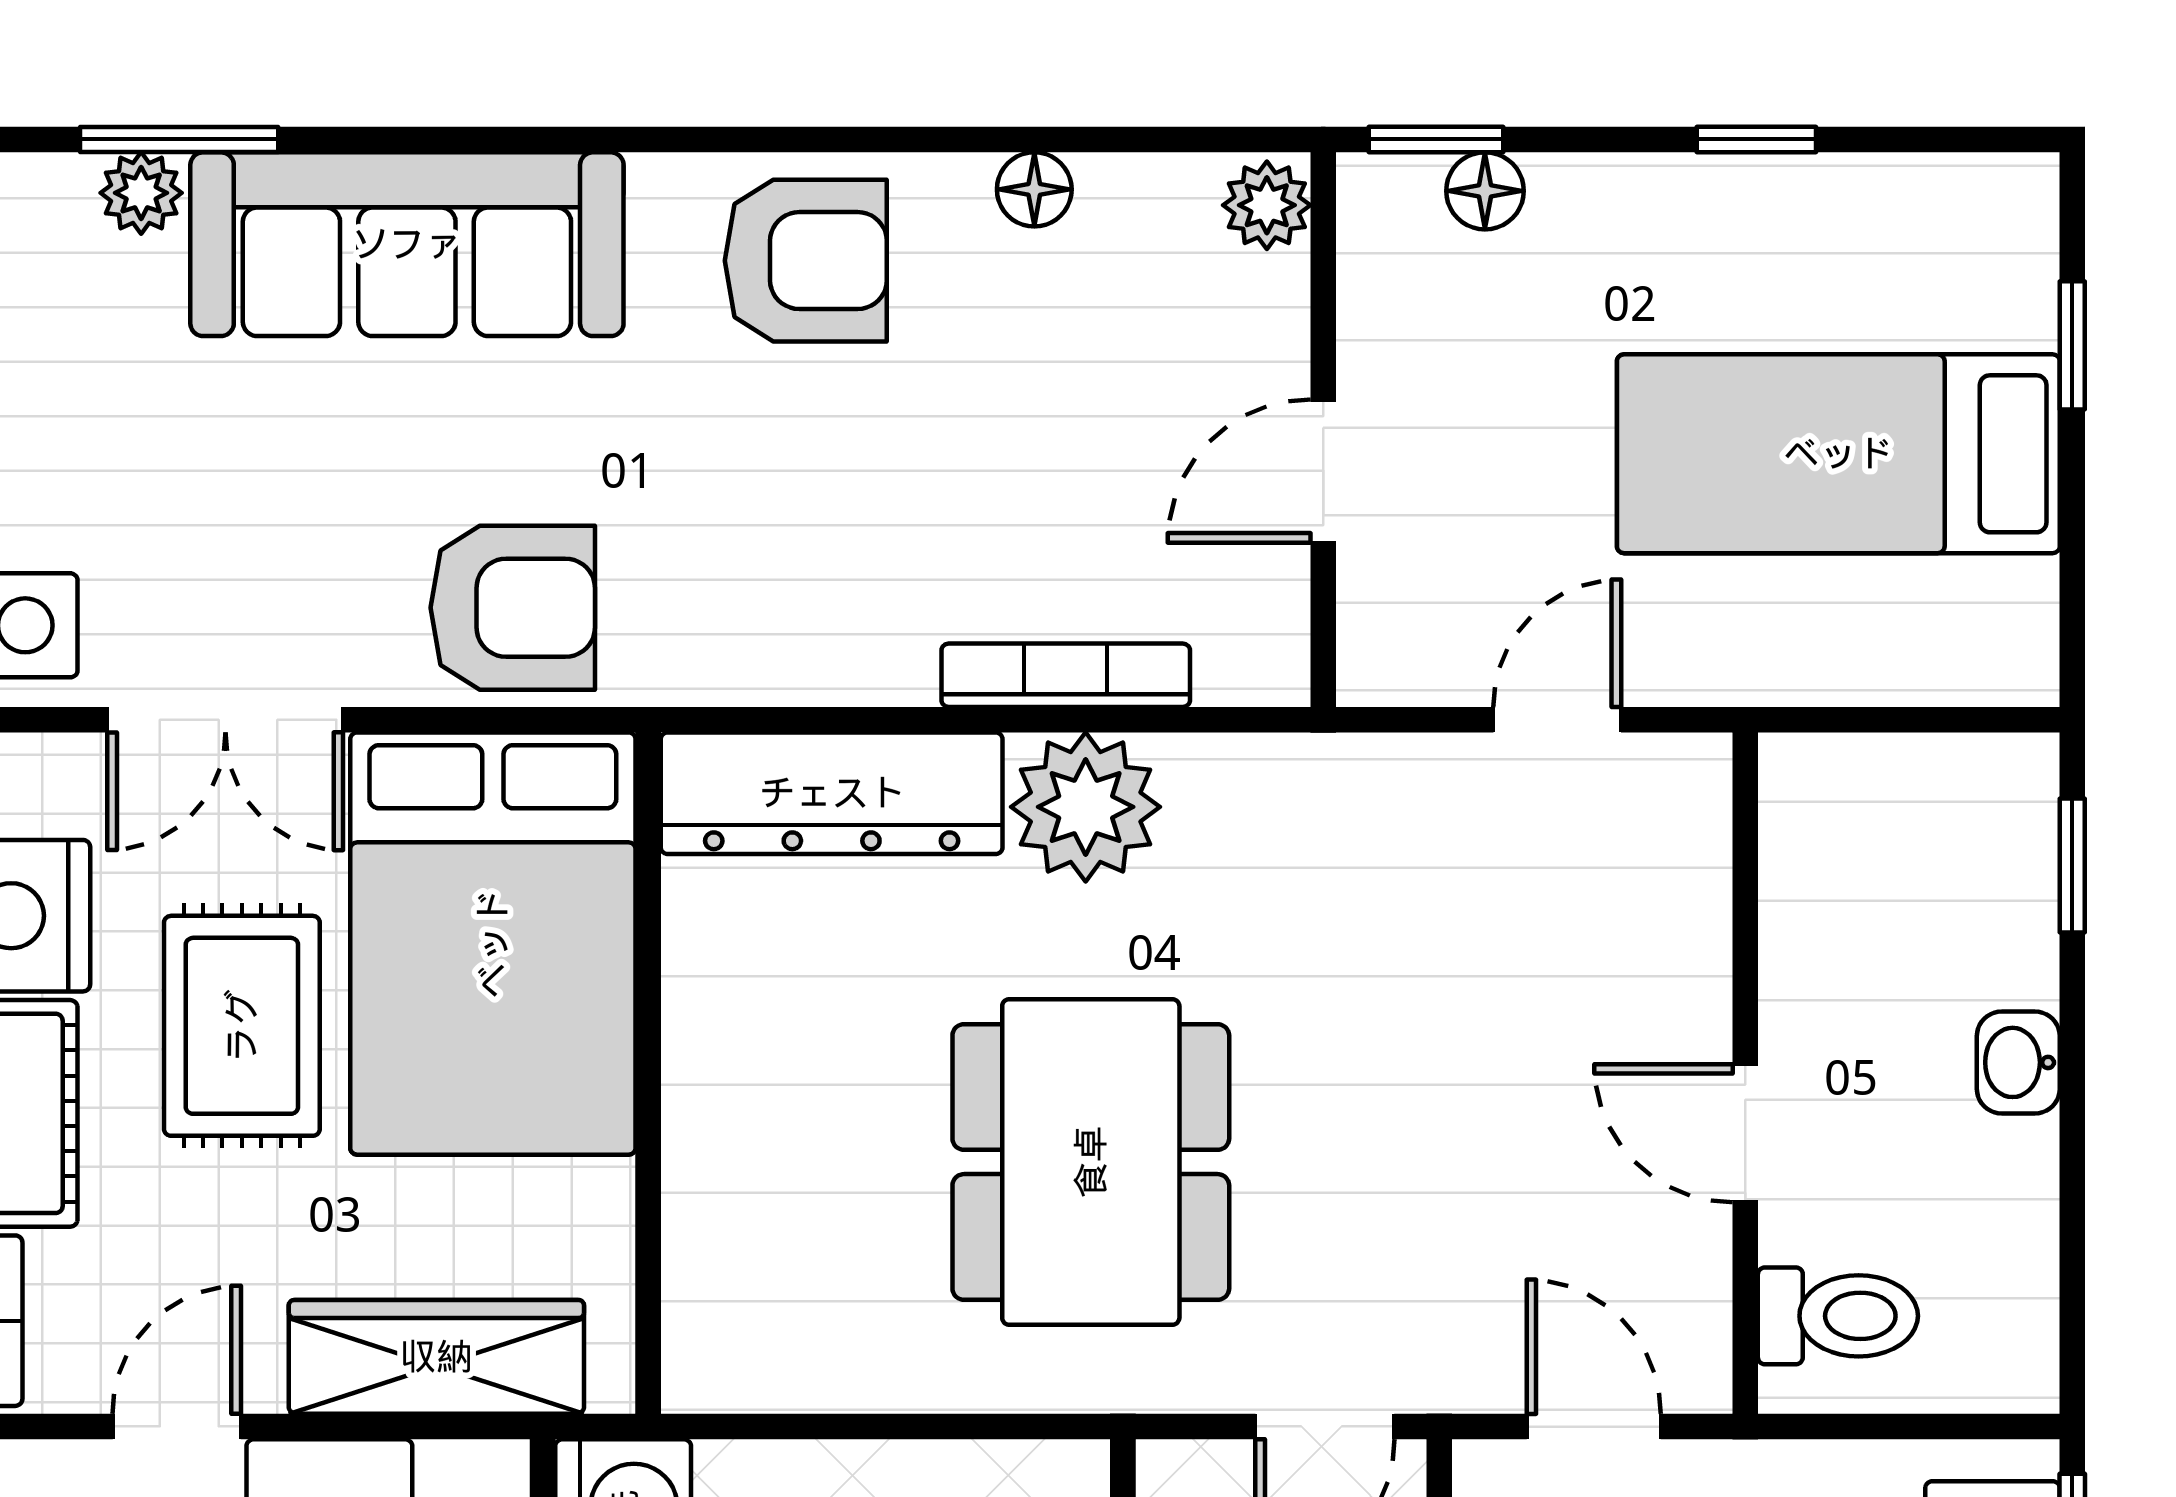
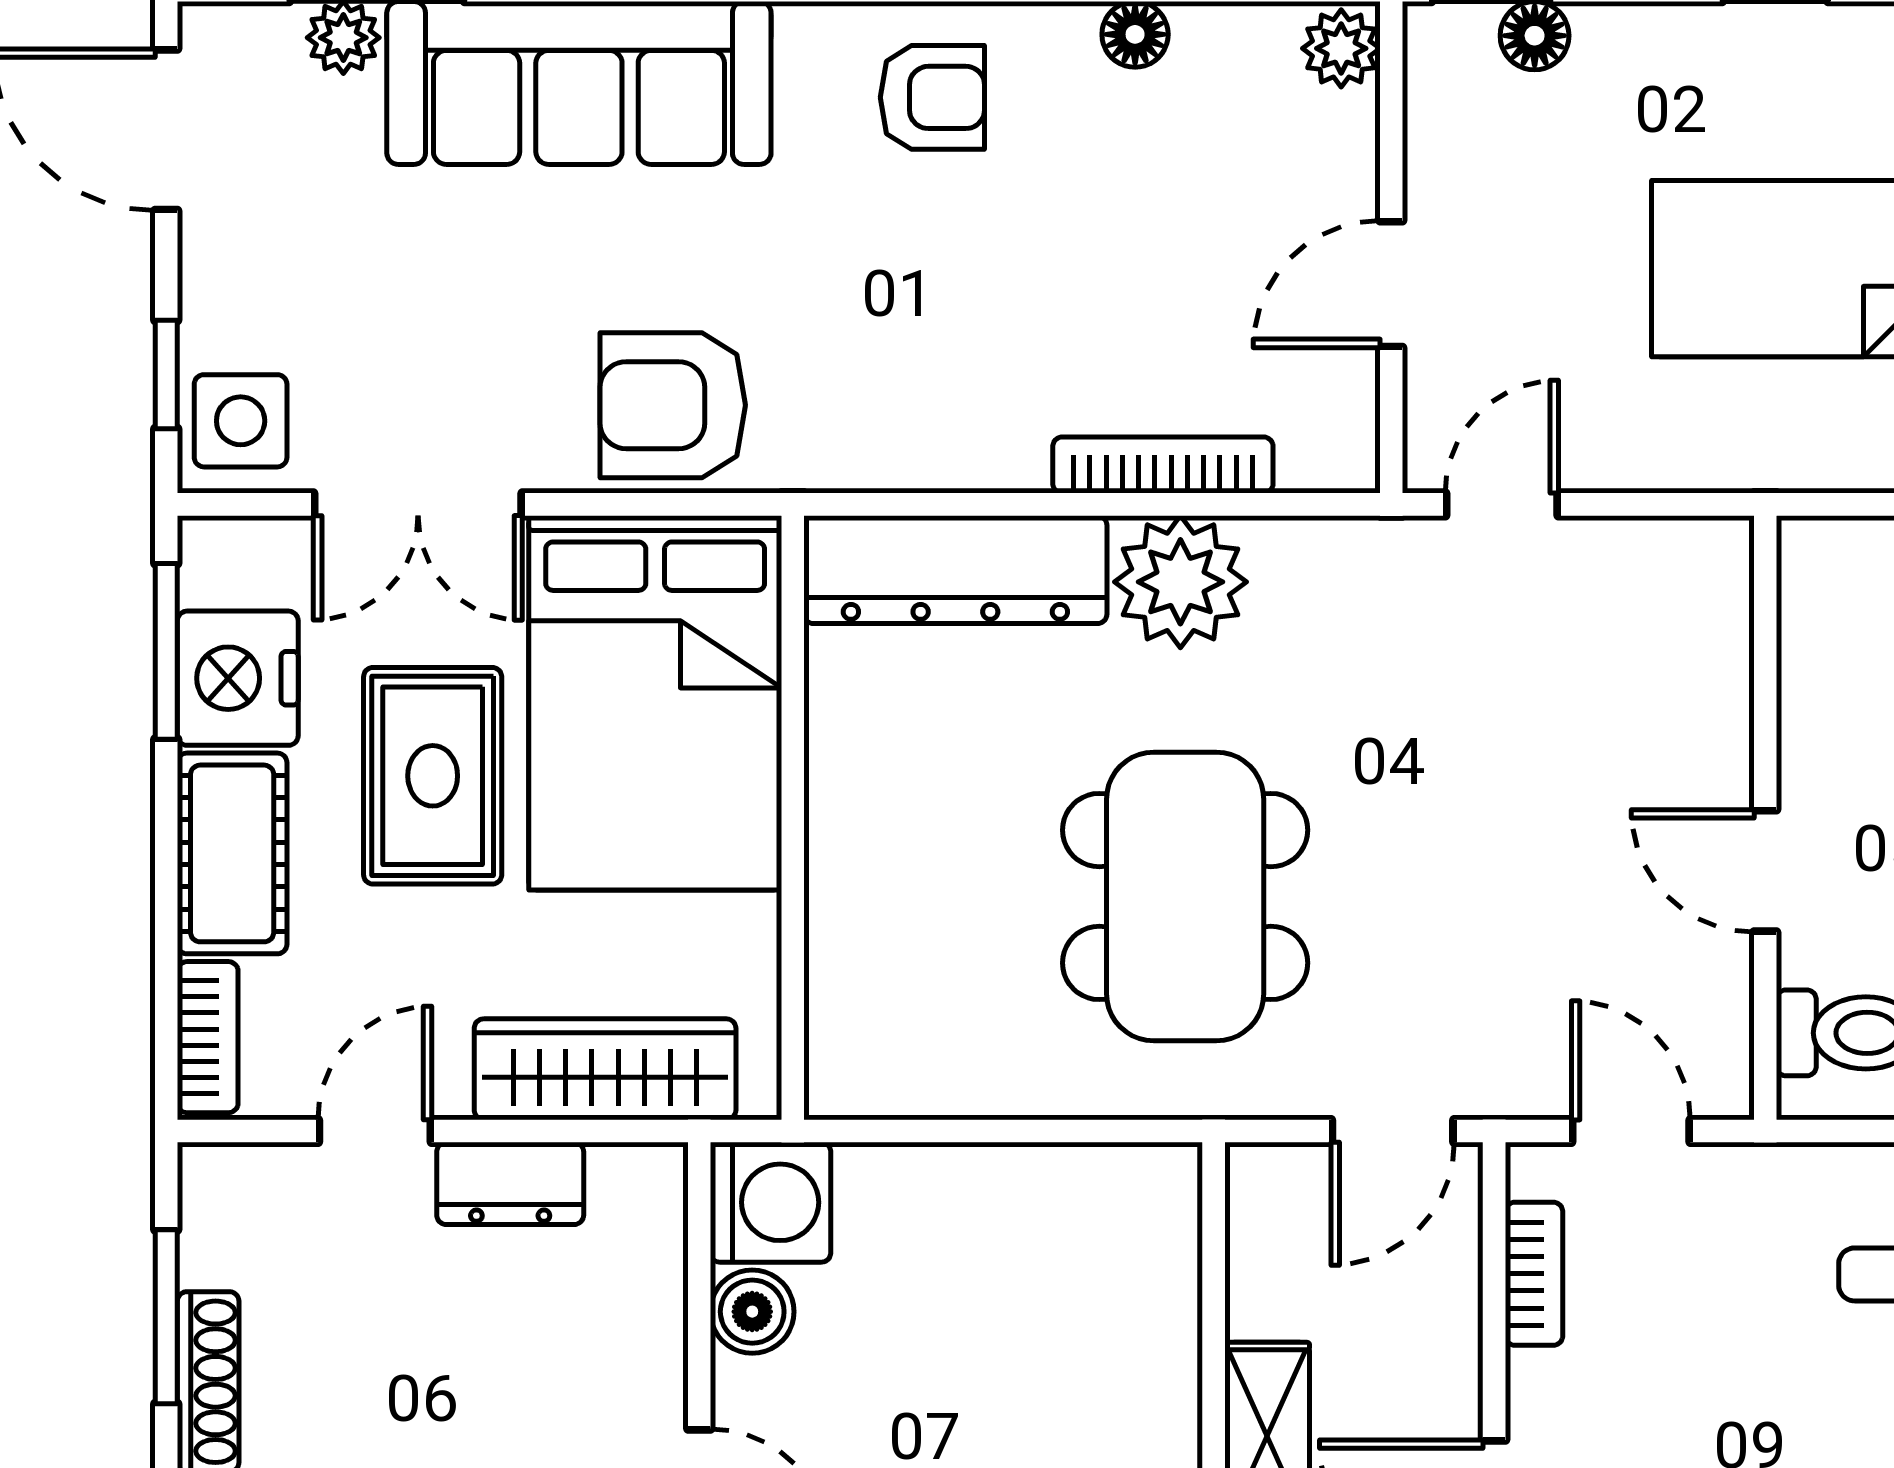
armchair: (806, 261) -> (932, 97), width x0.72, depth x0.72
armchair: (513, 608) -> (673, 405), turned 180
door: (1557, 720) -> (1502, 504), moved

